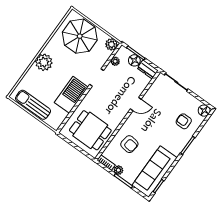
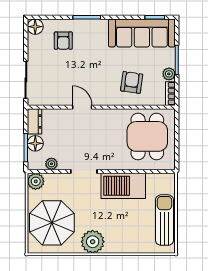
plant: (44, 62) -> (93, 242), moved
sun lounger: (33, 105) -> (165, 220), turned 180

